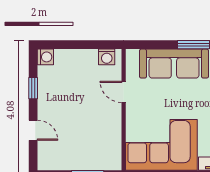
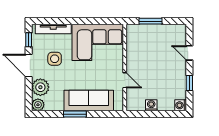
washing machine: (107, 57) -> (151, 105), moved

